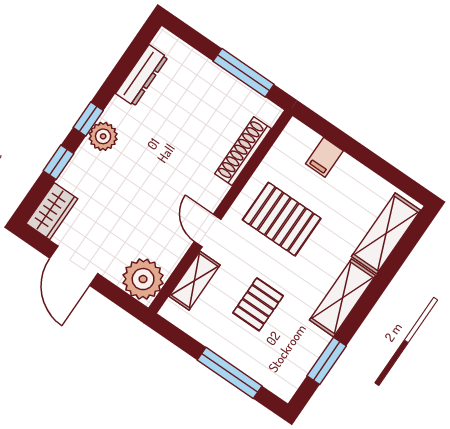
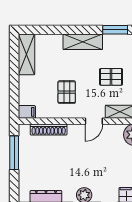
filing cabinet: (324, 157) -> (27, 112), moved
pallet: (282, 219) -> (67, 92), width x0.67, depth x0.71
shelving: (386, 233) -> (26, 54), moved, turned 90

